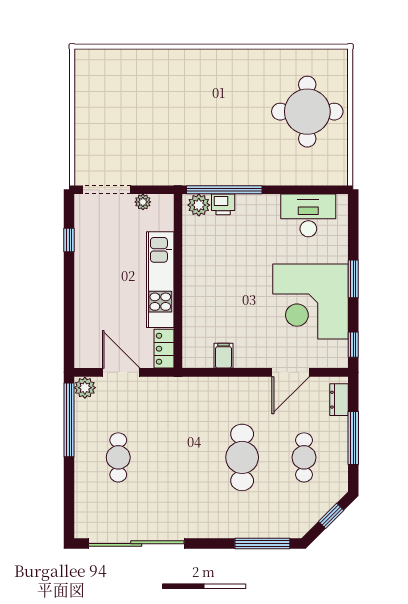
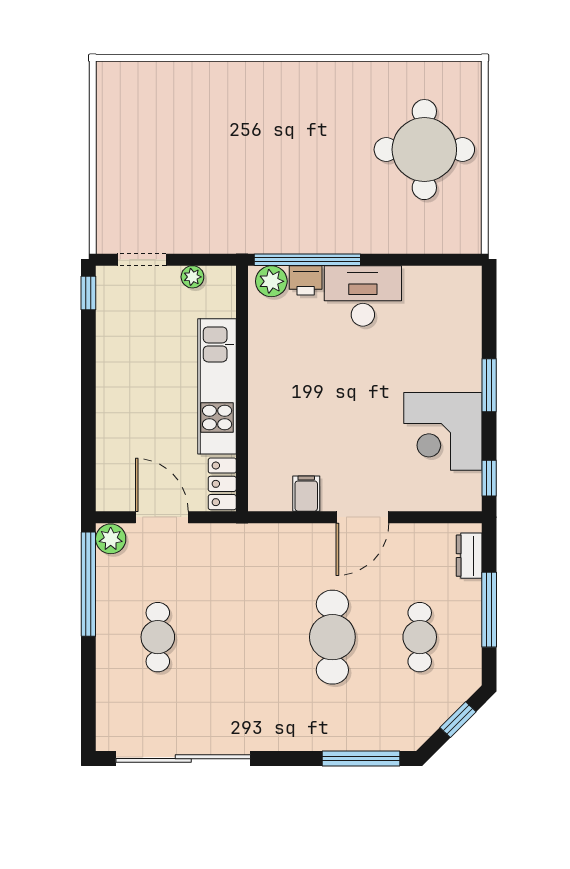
doorway: (107, 190) -> (142, 260), width x0.73
desk: (308, 215) -> (363, 296), moved
window: (69, 240) -> (88, 293), moved
corner desk: (310, 302) -> (443, 431), width x0.74, depth x0.74
door: (291, 372) -> (362, 517), moved

